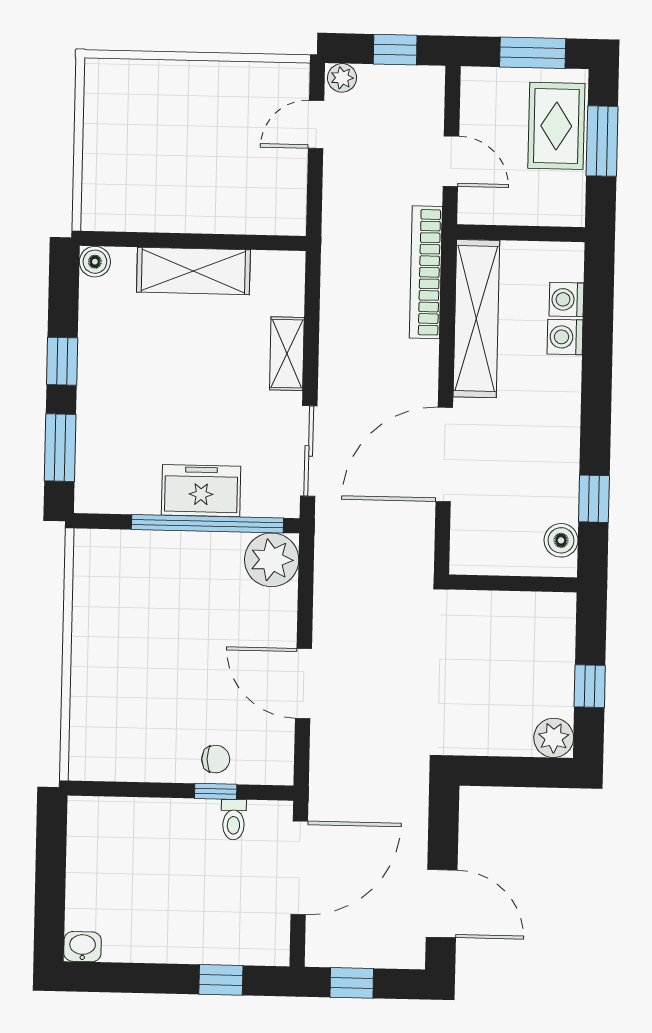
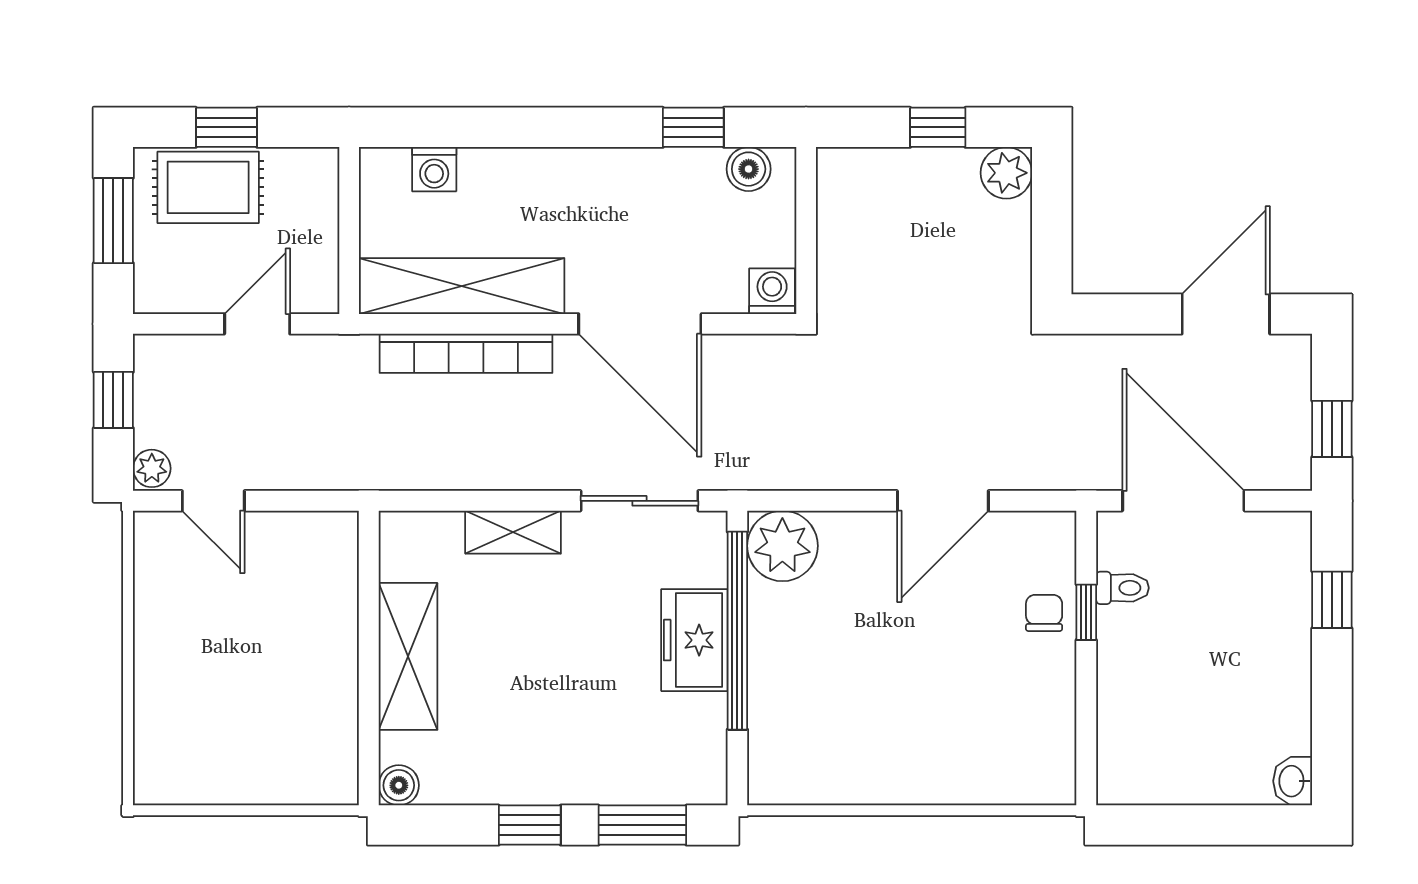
window: (602, 141) -> (227, 127), width x0.67
bookcase: (426, 272) -> (466, 353), moved
washing machine: (565, 337) -> (772, 291), moved, turned 180

